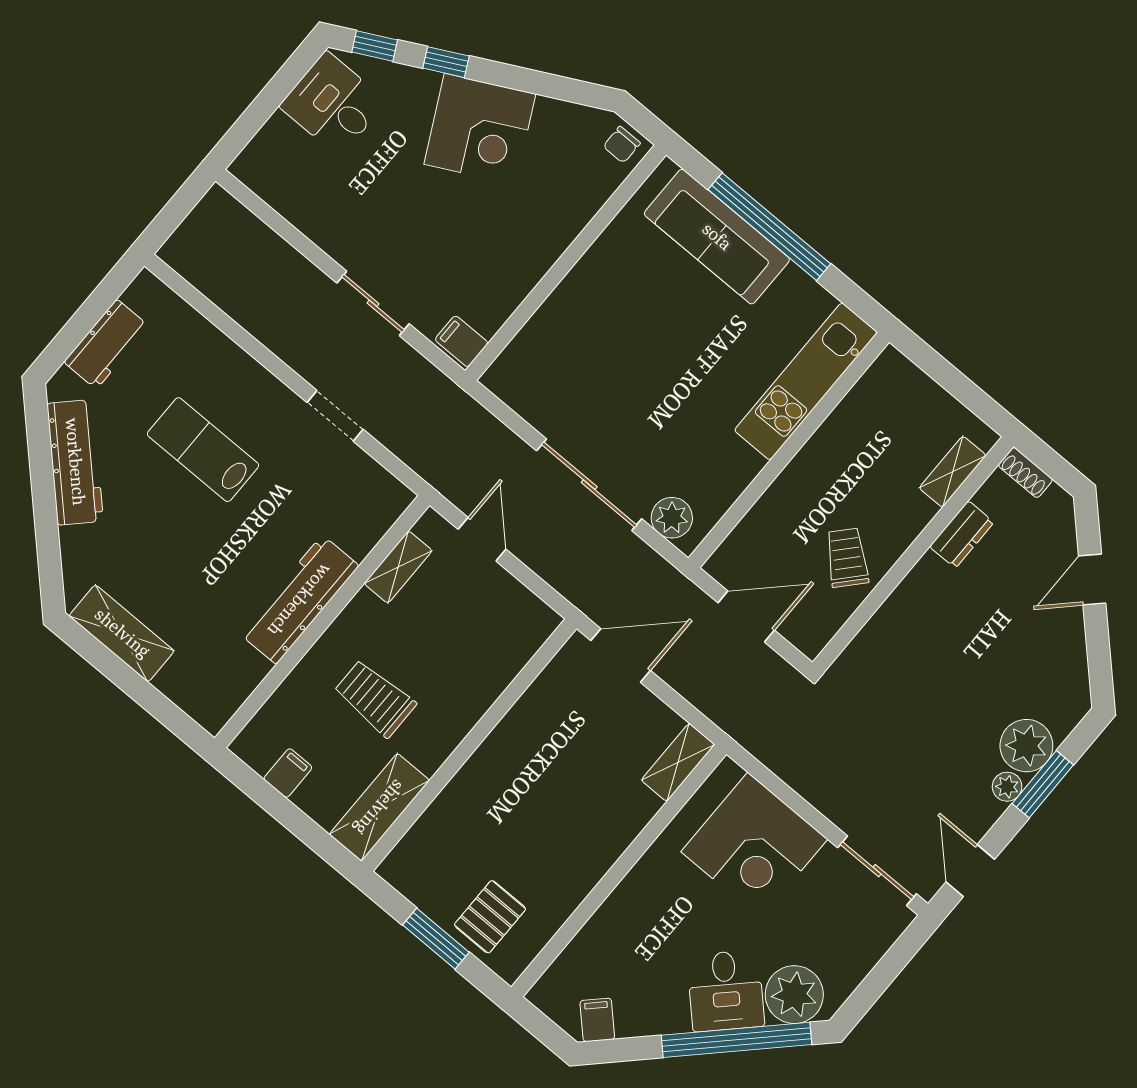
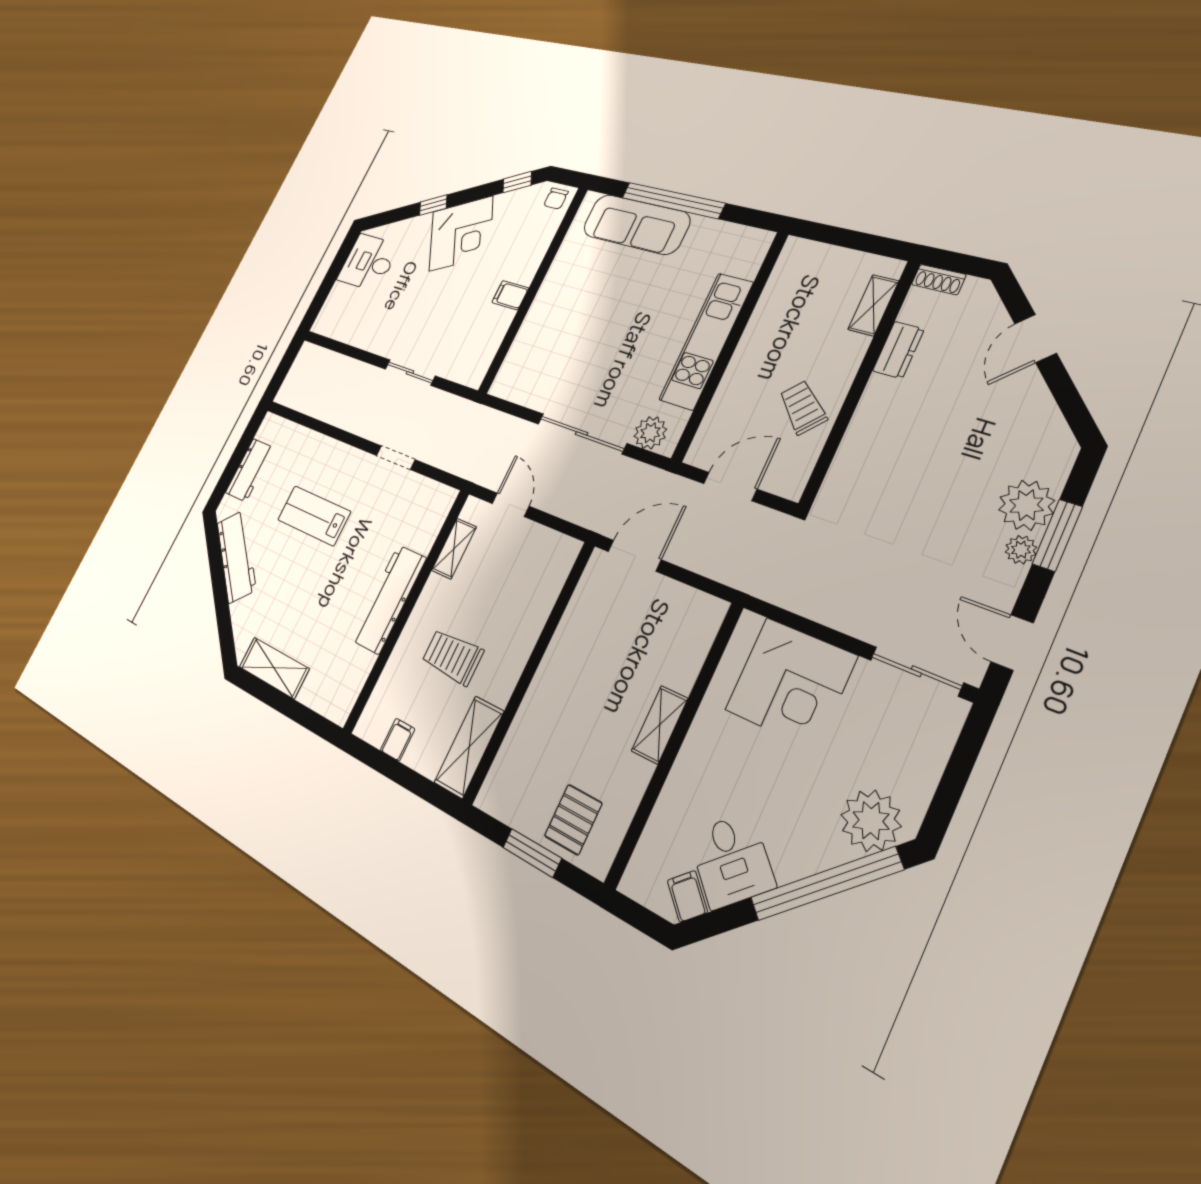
window: (375, 46) -> (517, 182), moved
filing cabinet: (461, 341) -> (510, 295), moved
kitchen unit: (806, 381) -> (706, 341), moved
shelving: (678, 762) -> (660, 725), moved
desk: (726, 991) -> (731, 860), moved

